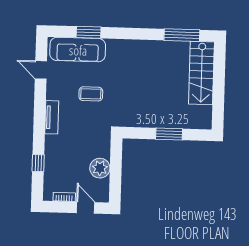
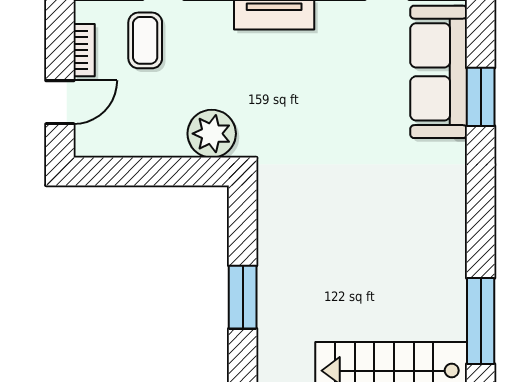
coffee table: (91, 94) -> (145, 40), moved
plant: (100, 168) -> (212, 134), moved

